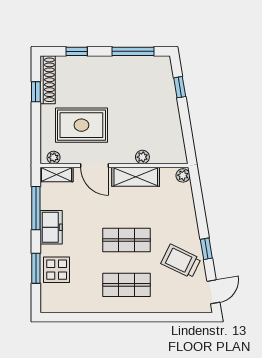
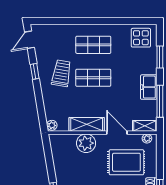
plant: (142, 157) -> (86, 143), width x1.87, depth x1.87
trolley: (181, 261) -> (61, 73), moved, turned -106
display table: (57, 270) -> (141, 38), moved

